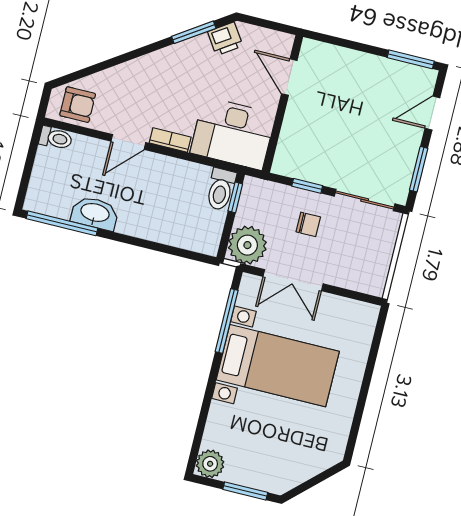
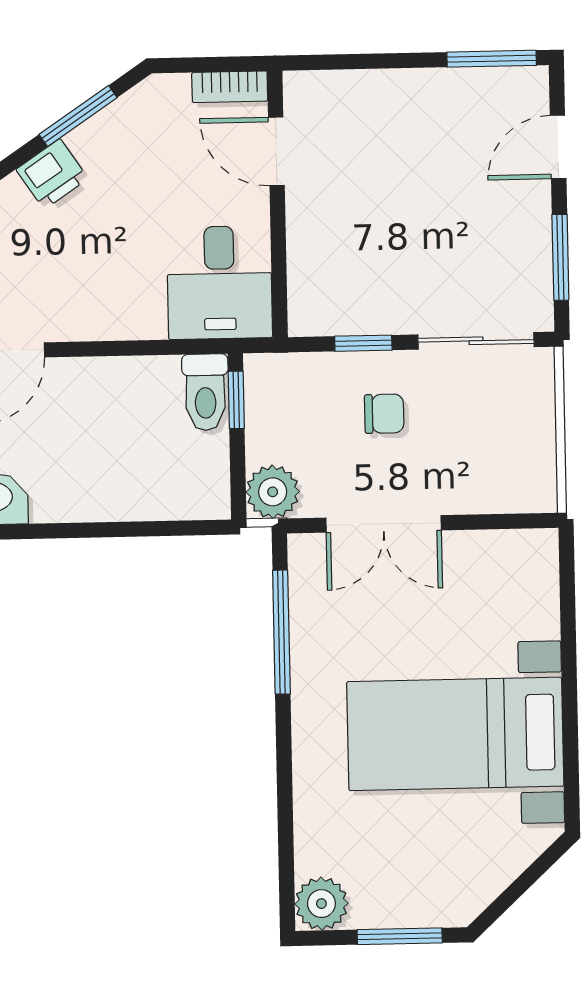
printer: (225, 39) -> (52, 174), moved
desk: (233, 133) -> (220, 283), width x0.73
bookcase: (170, 140) -> (230, 87), moved, turned 180
plant: (247, 245) -> (273, 492), width x0.73, depth x0.73
bed with nightstands: (278, 366) -> (455, 734), moved, turned 180

